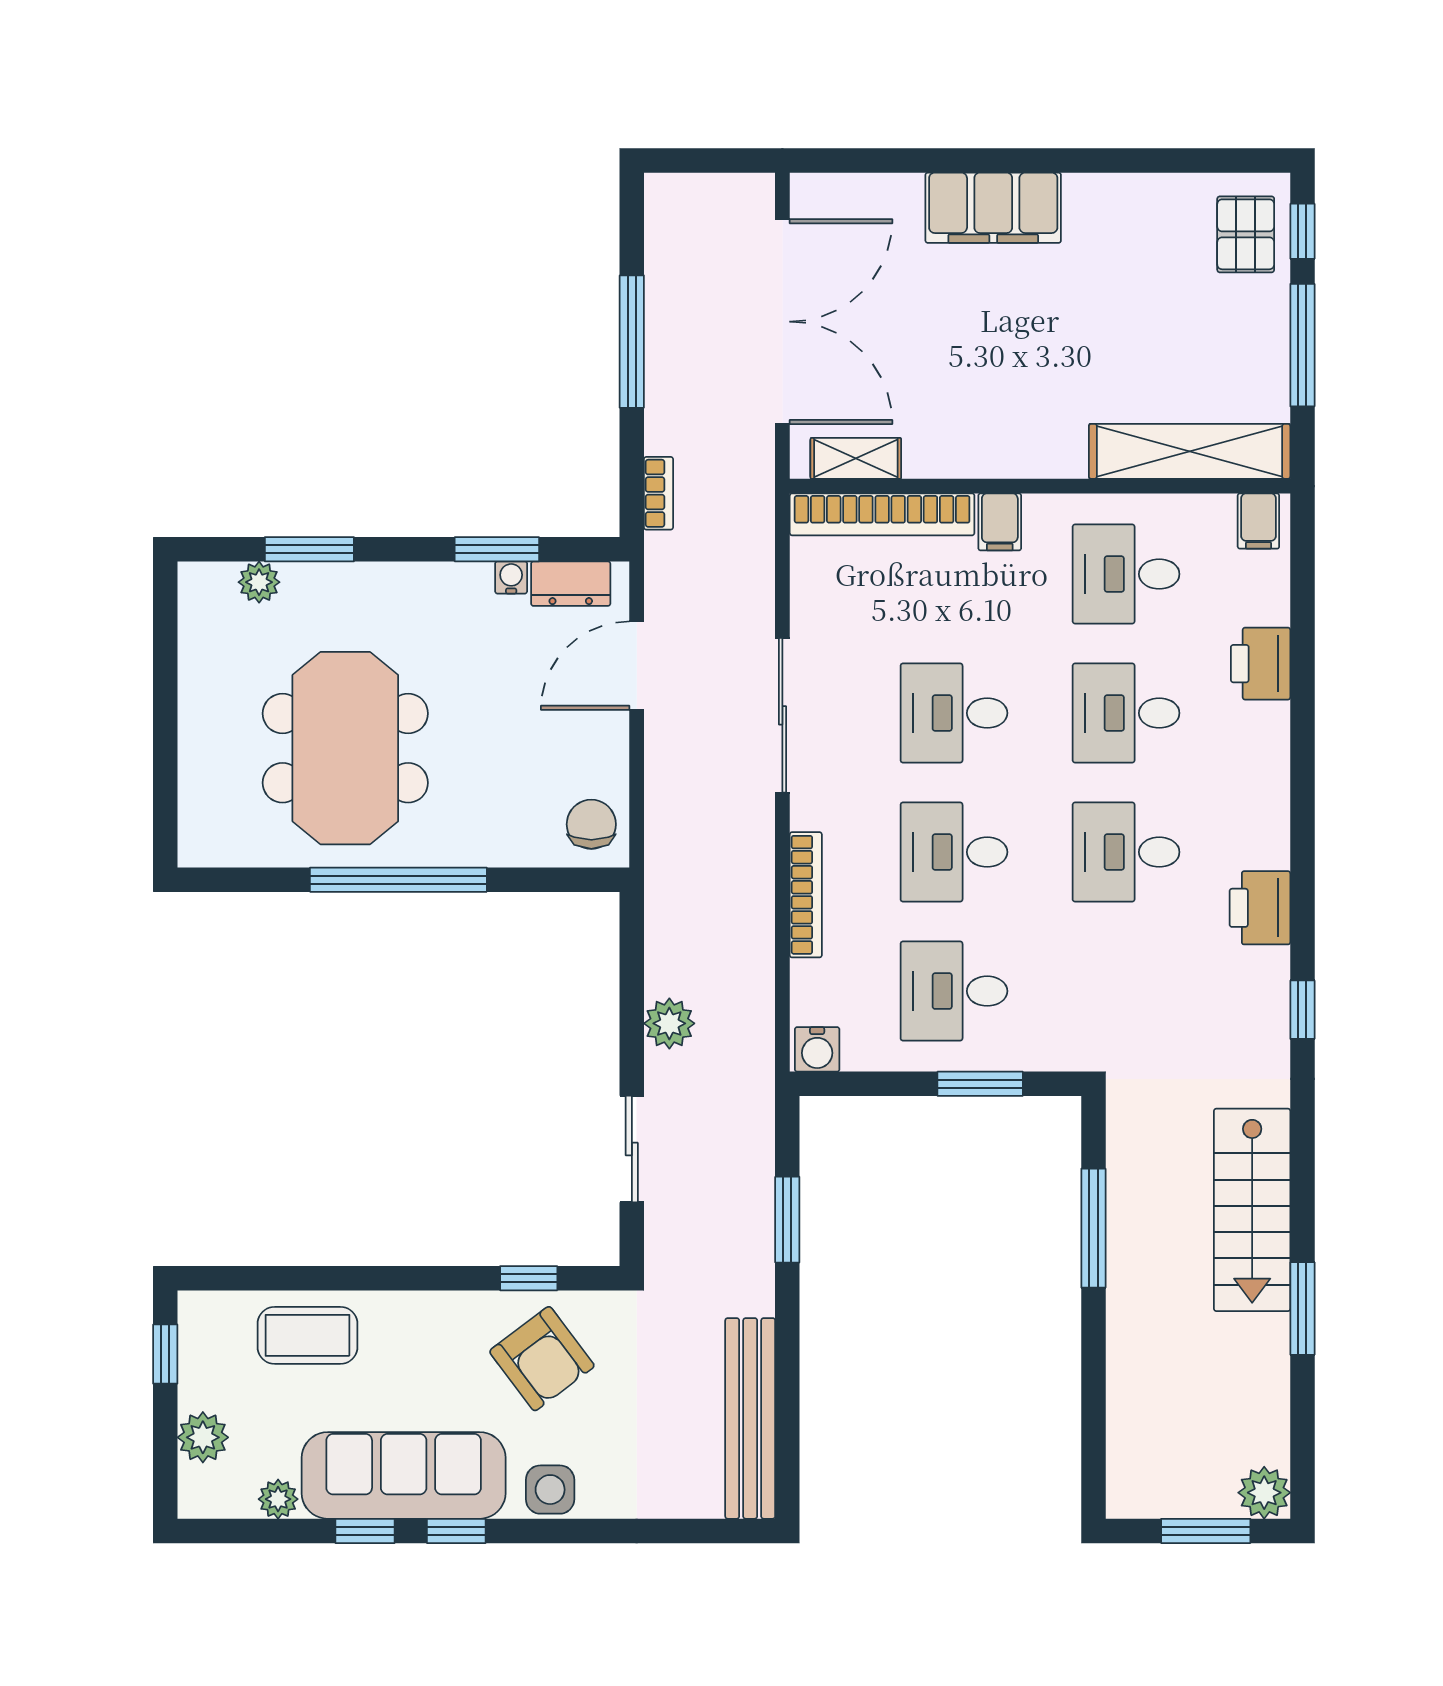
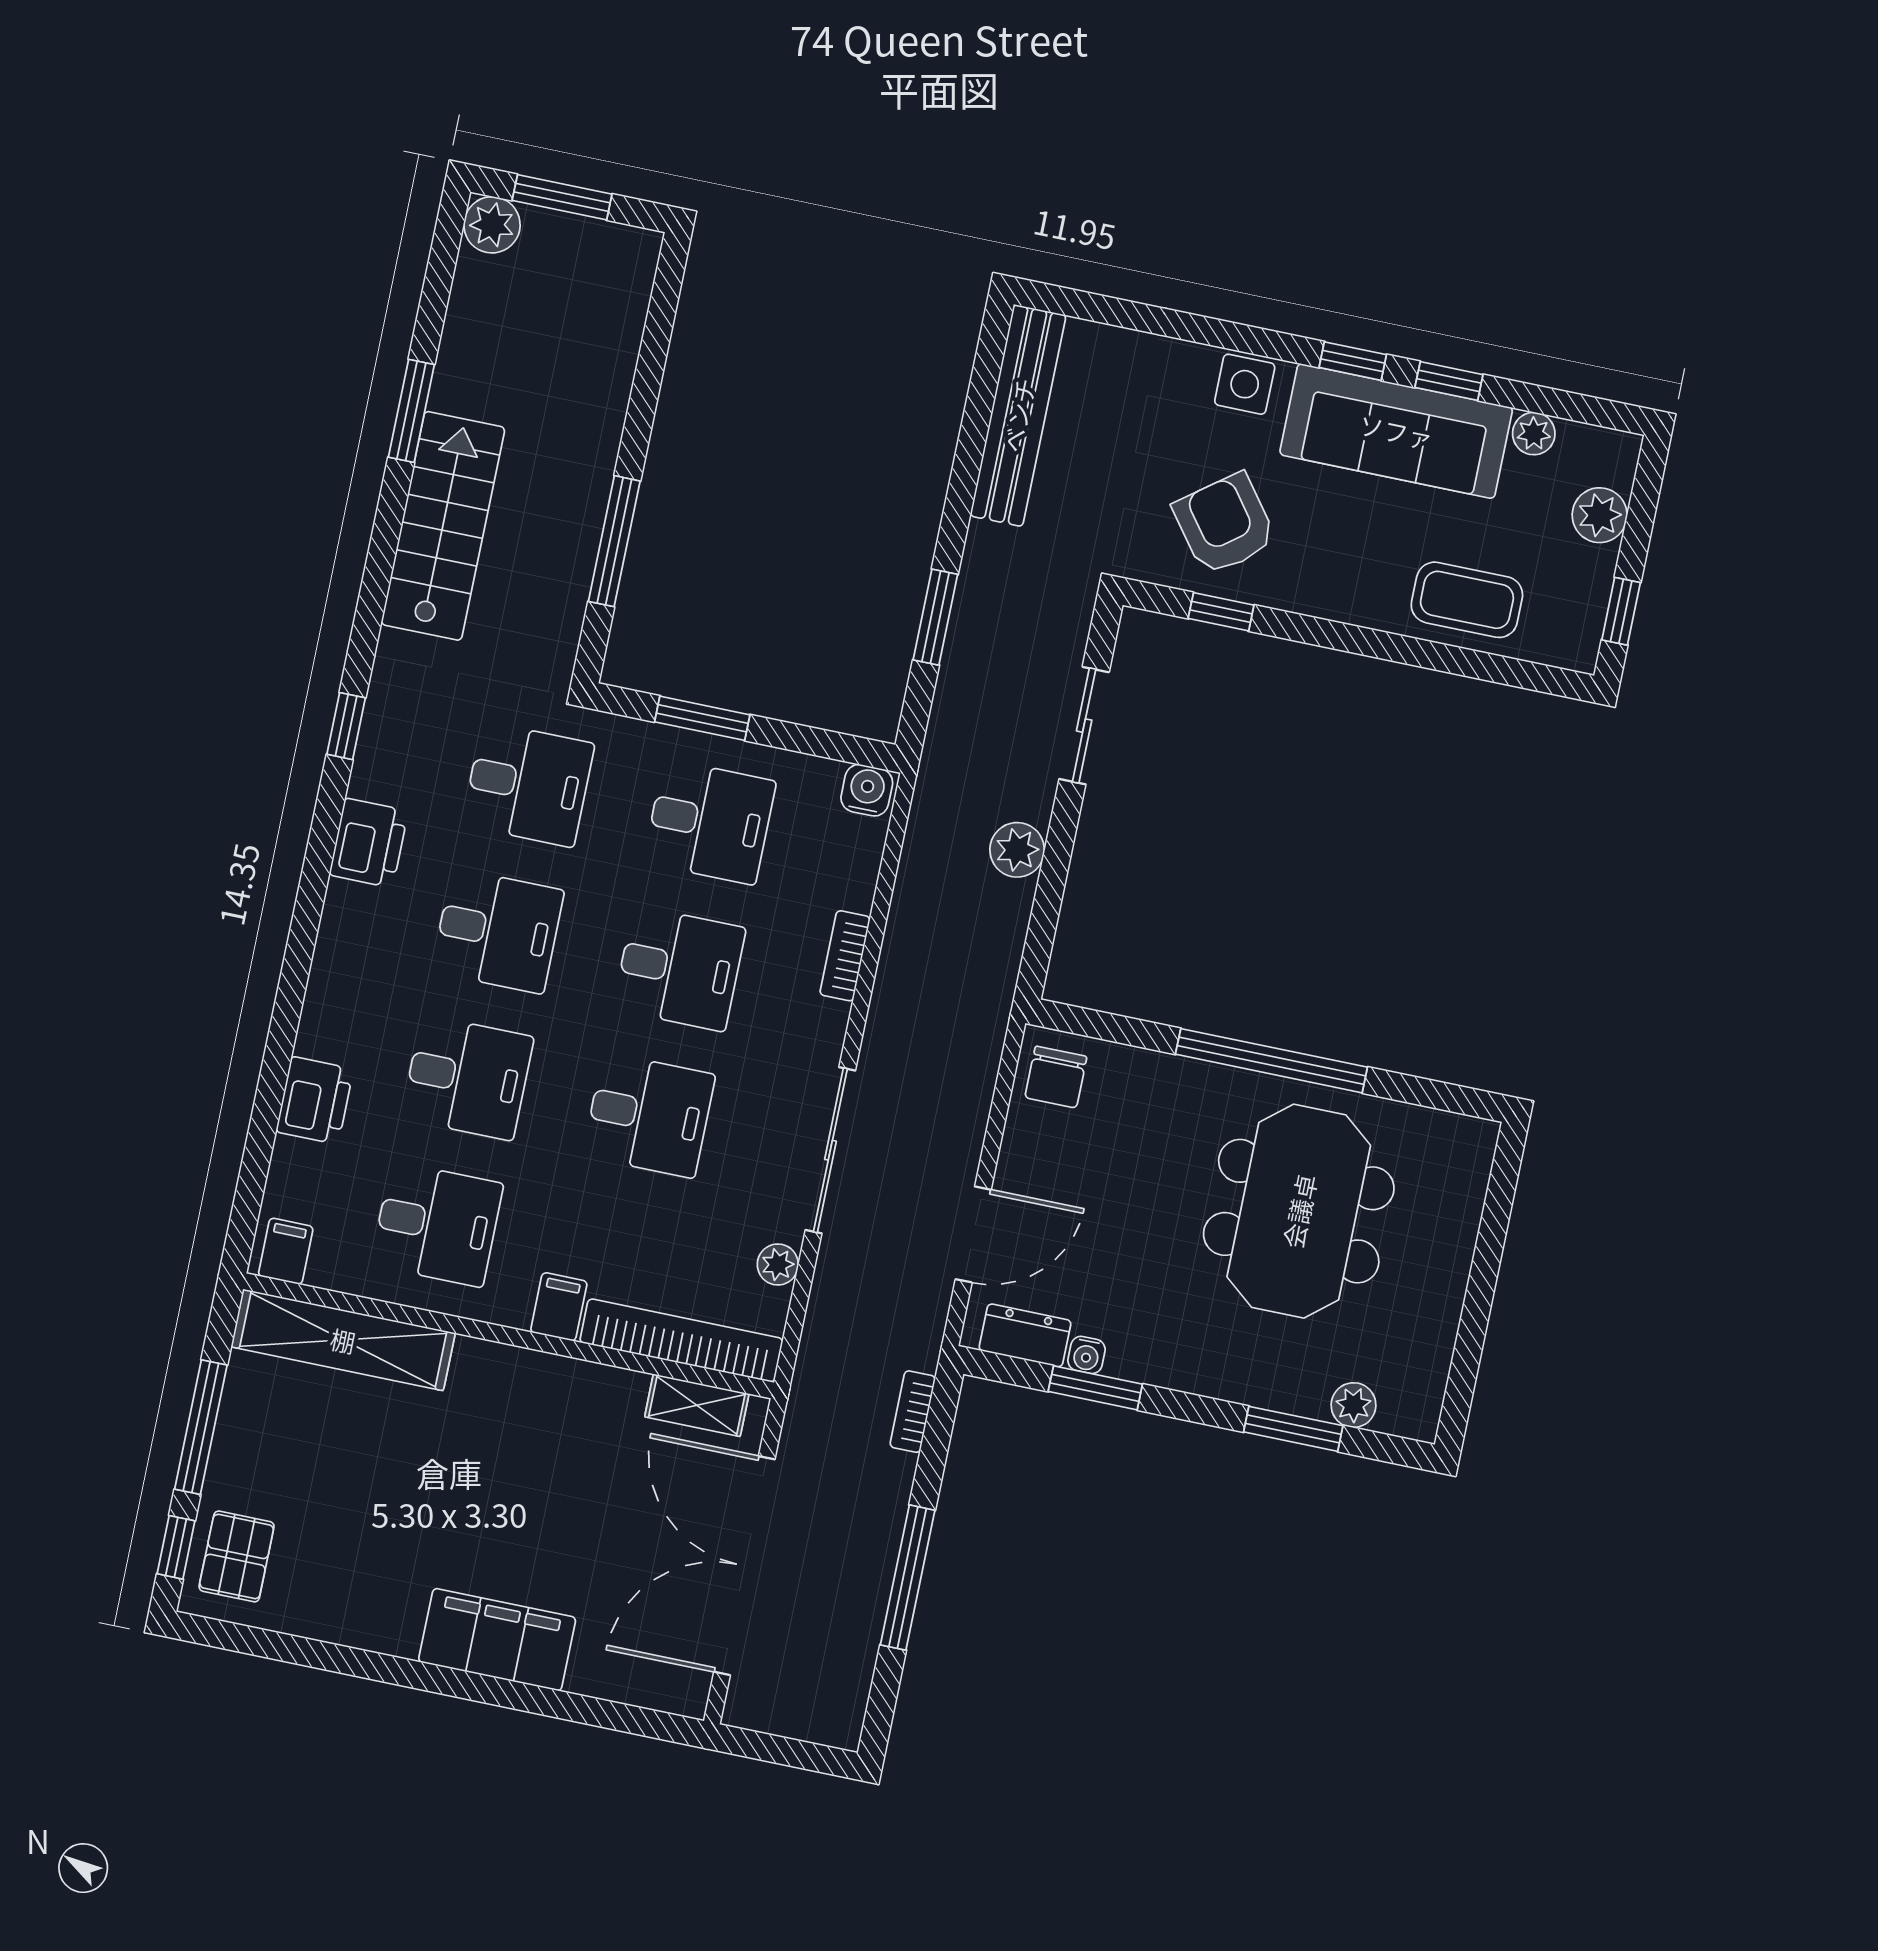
plant: (809, 602) -> (778, 1264), added
bookcase: (806, 895) -> (845, 956), width x0.64
desk: (1126, 991) -> (528, 784), added

